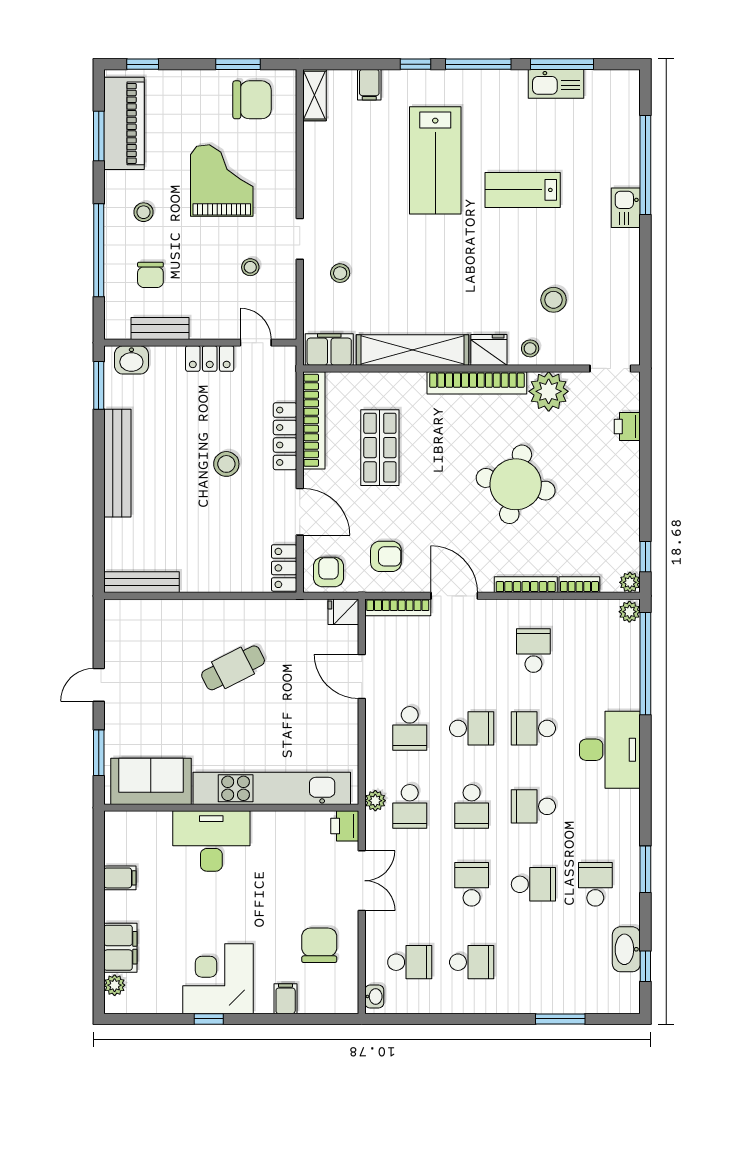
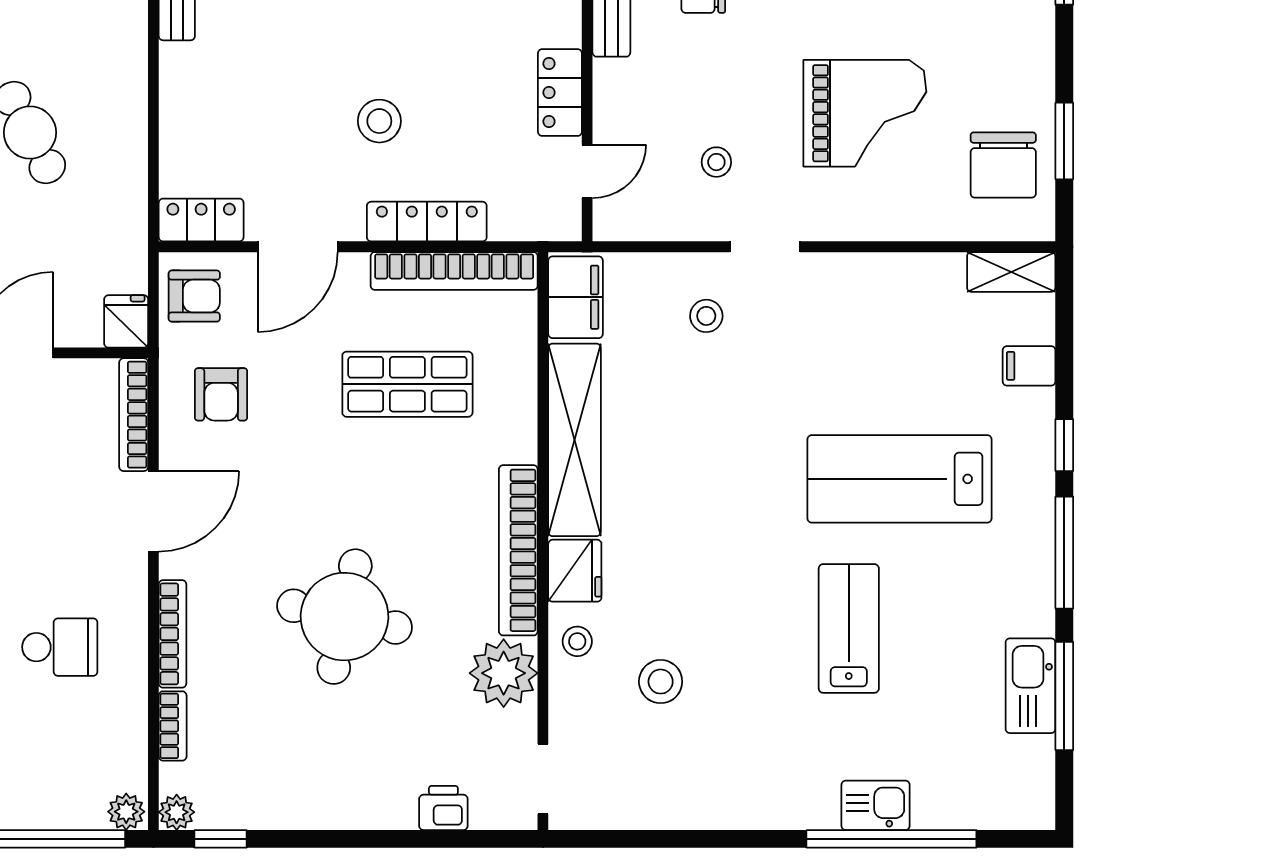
kitchen sink: (626, 208) -> (876, 805), moved

